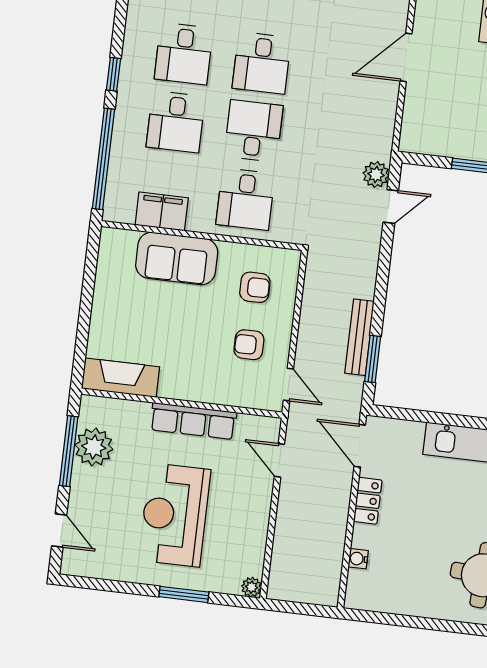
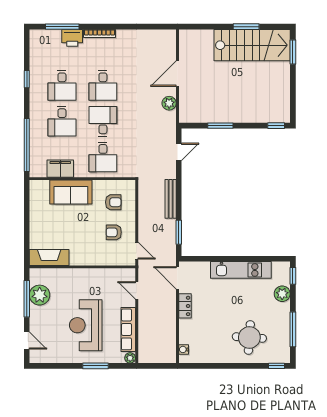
window: (114, 74) -> (27, 79), moved
plant: (376, 175) -> (169, 103), moved
bench: (359, 337) -> (171, 199), moved
row of seats: (193, 421) -> (128, 329), moved, turned 90
water cooler: (358, 559) -> (184, 349), moved

